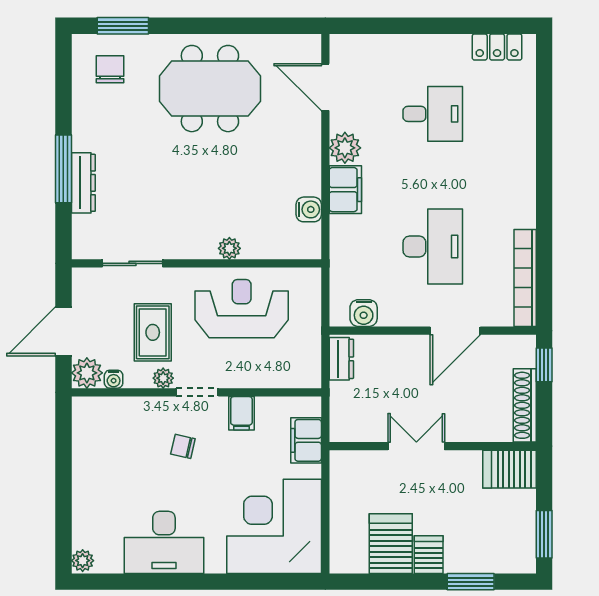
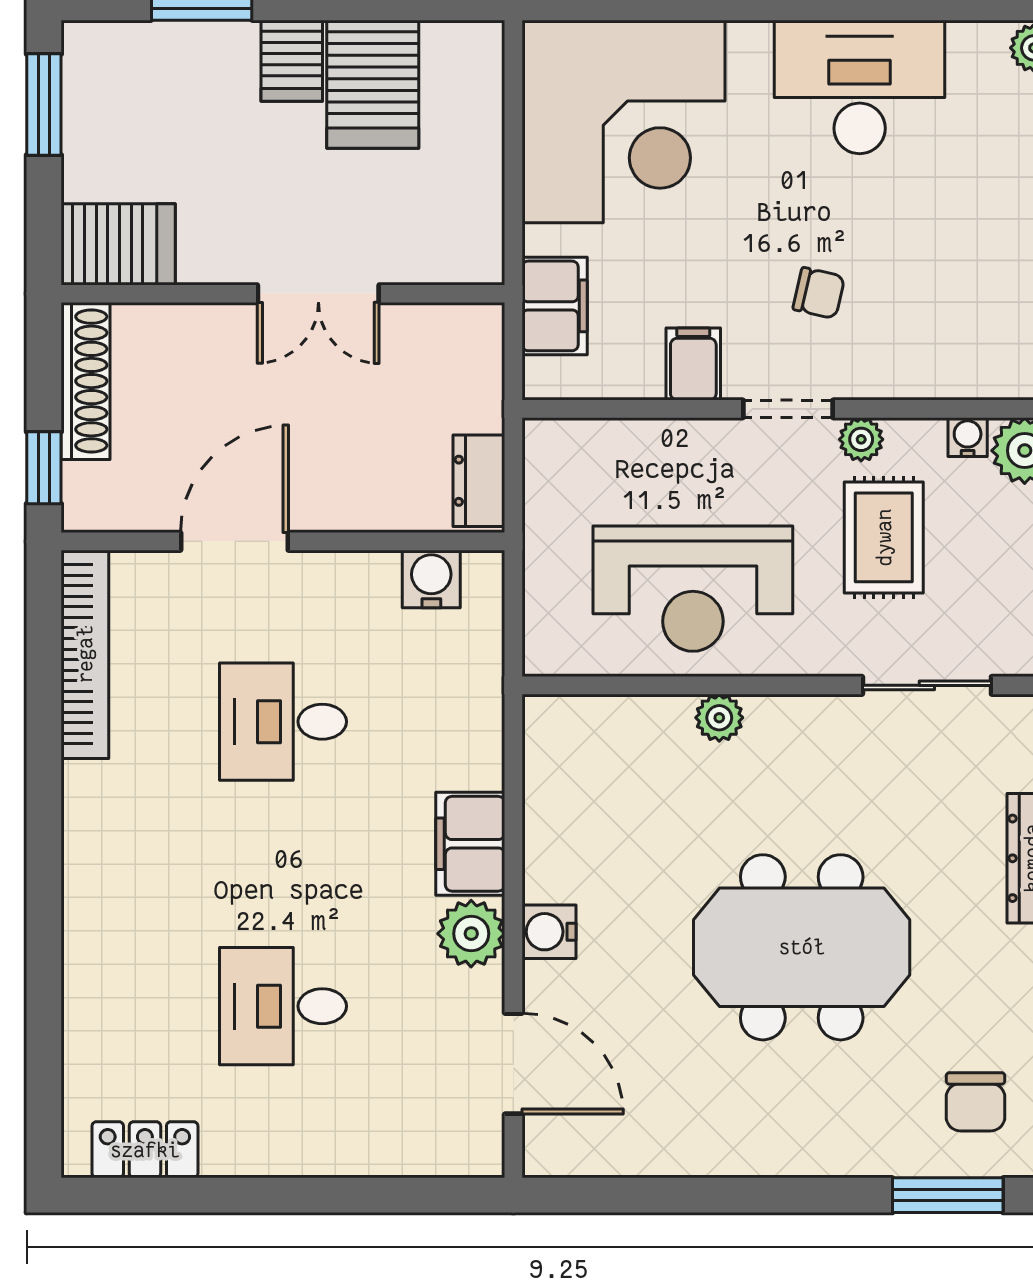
meeting table: (210, 89) -> (802, 947), moved
water cooler: (309, 209) -> (549, 932), moved
desk: (433, 247) -> (283, 722), width x0.73

